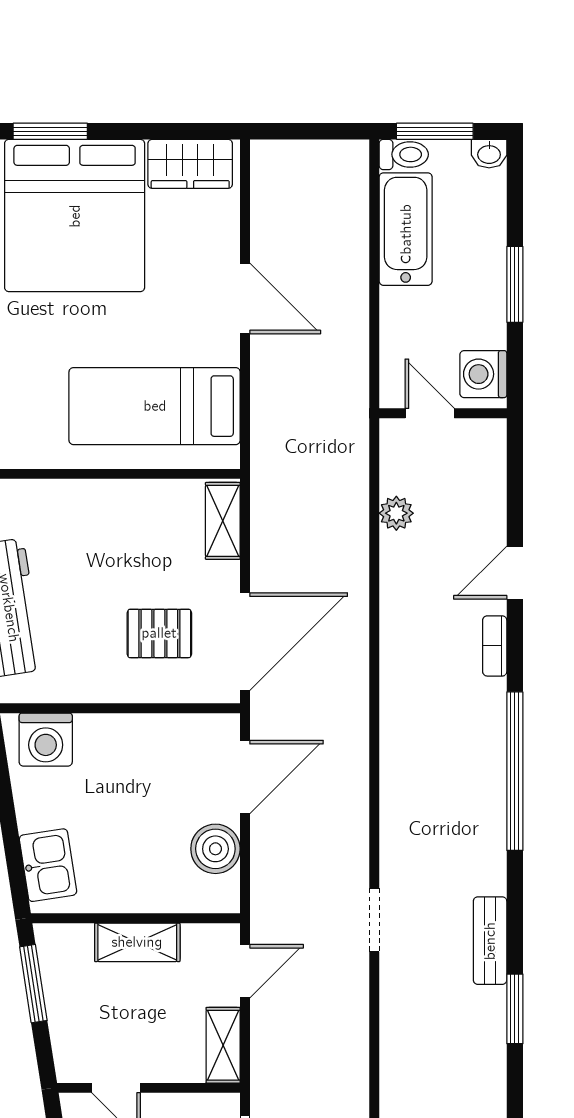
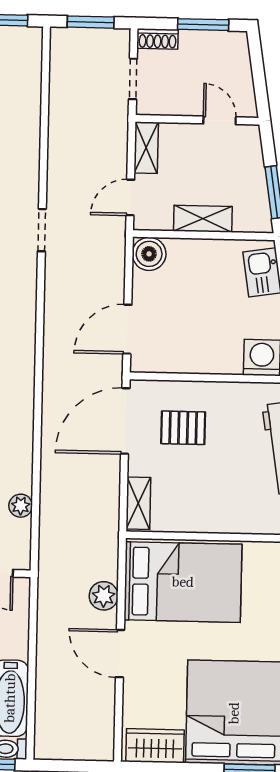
plant: (271, 383) -> (104, 596), added
bed: (155, 406) -> (183, 582), width x1.50
boiler: (215, 849) -> (149, 254), moved

